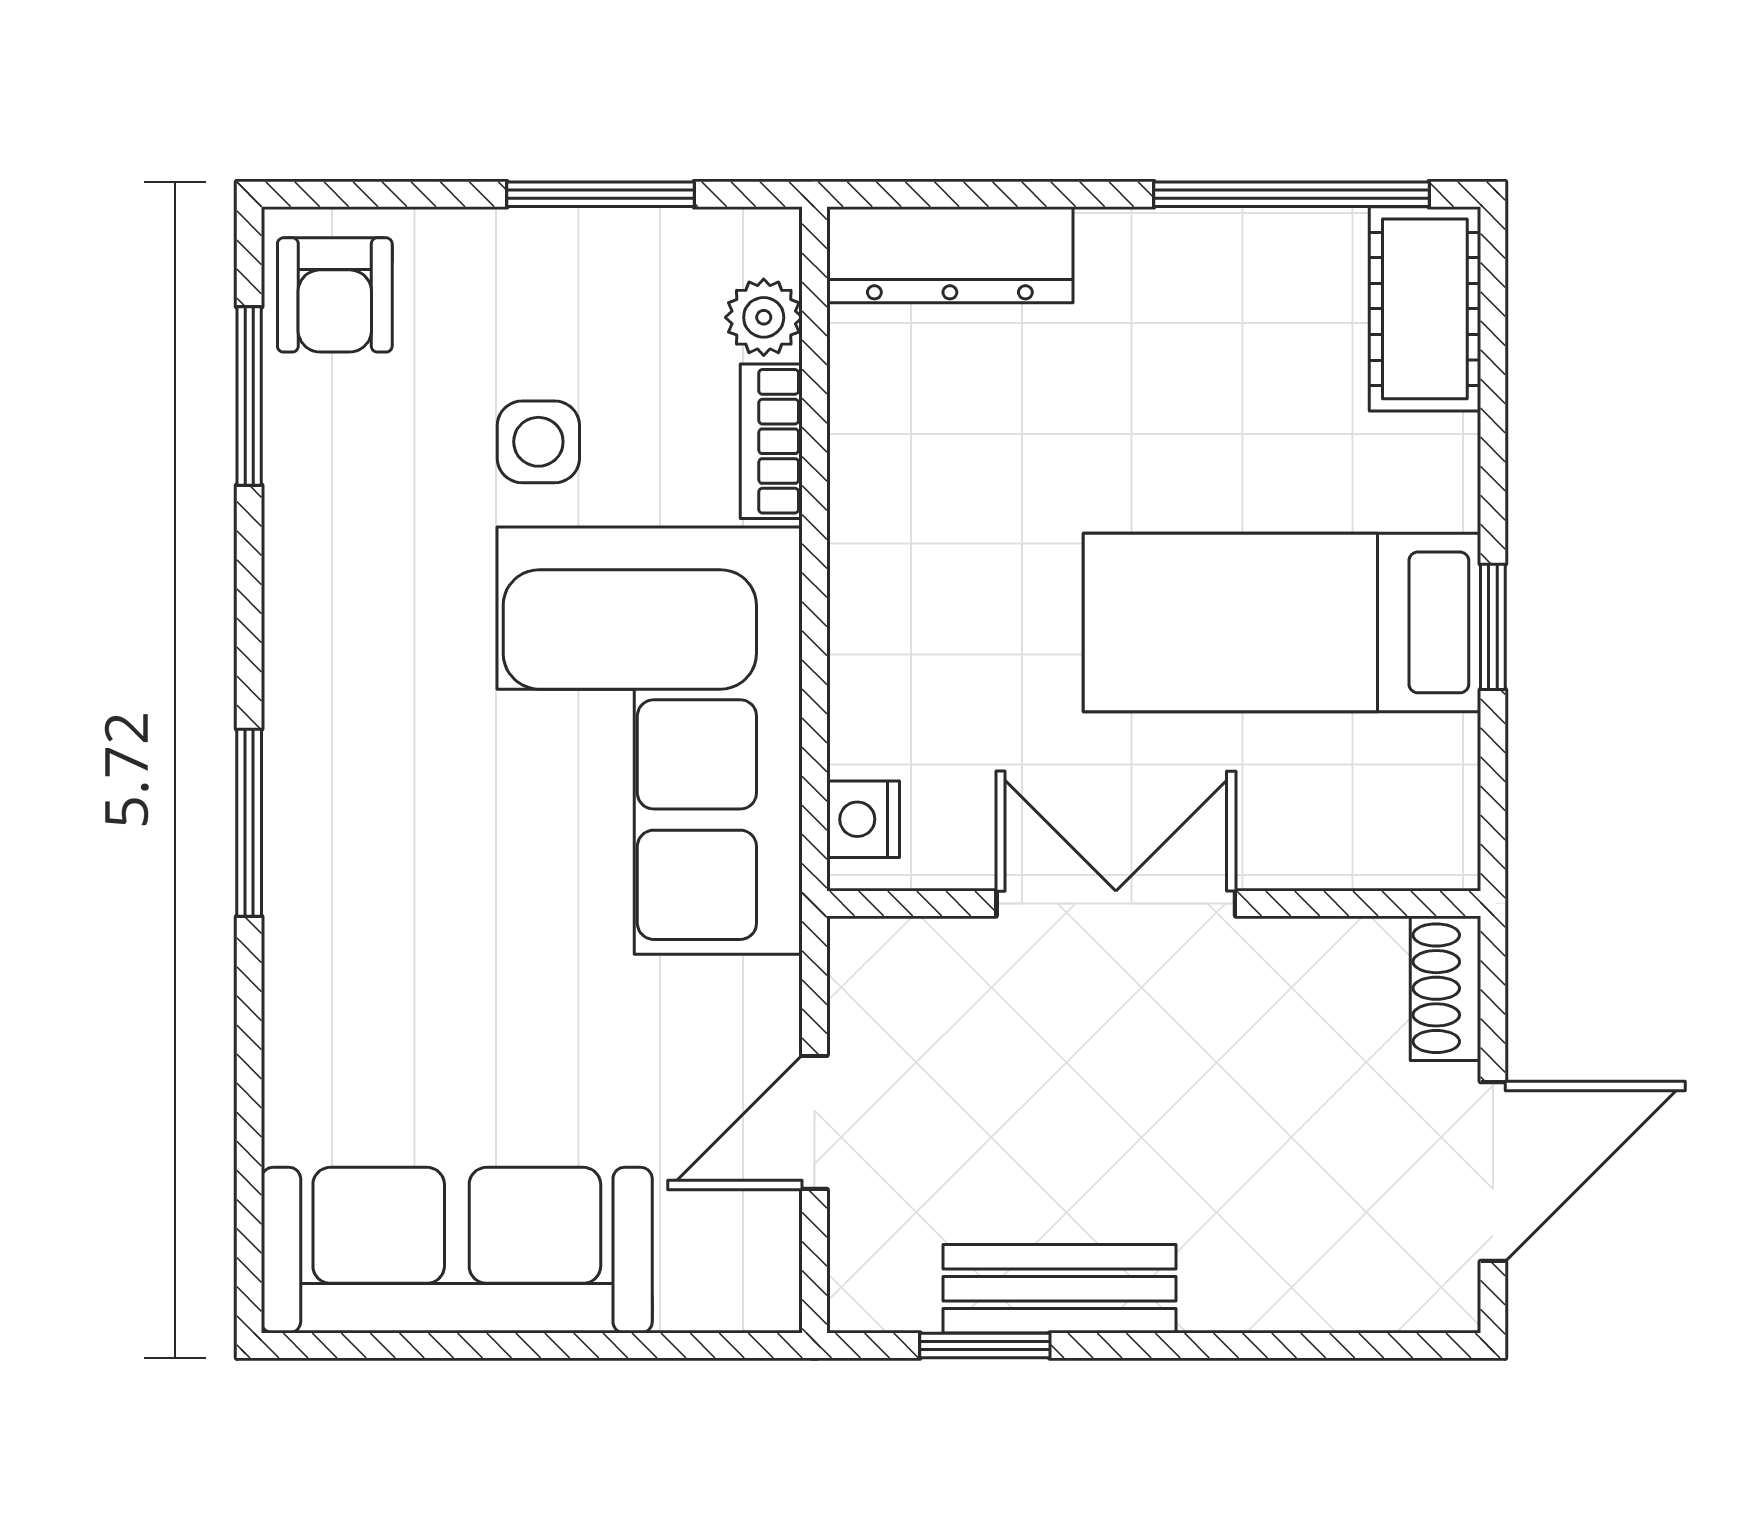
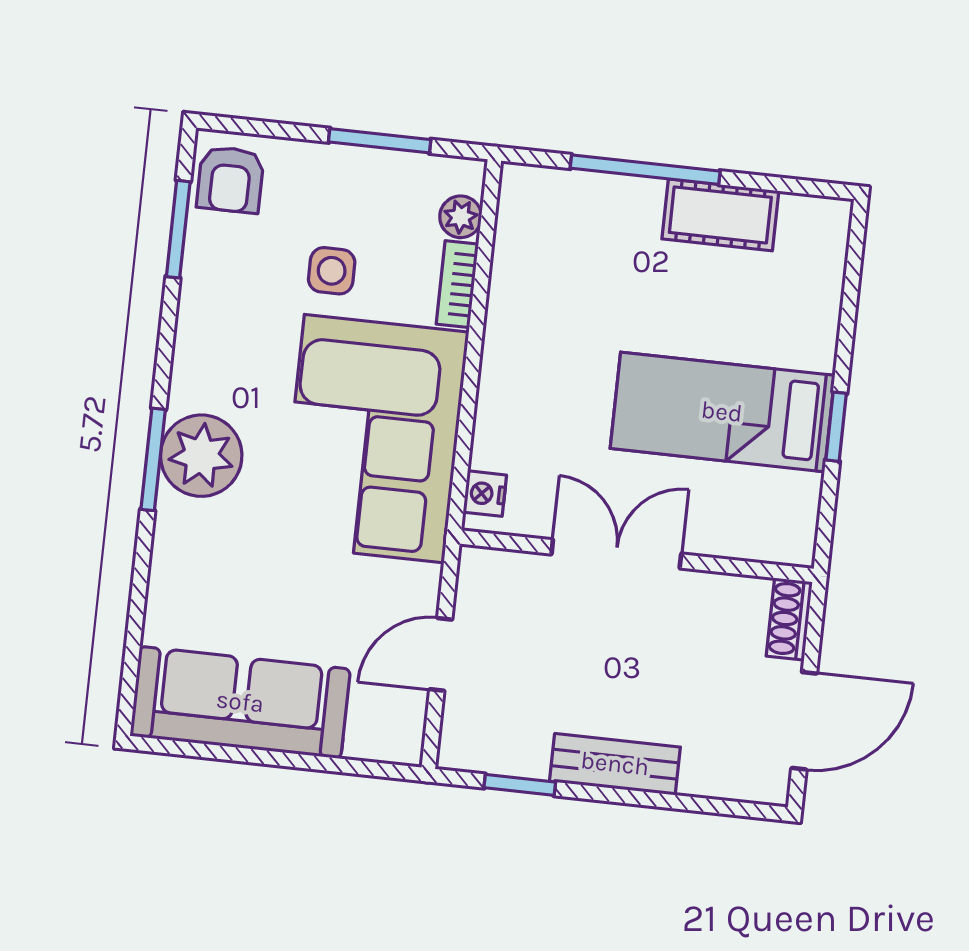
window: (1291, 194) -> (645, 170), moved
dresser: (950, 255) -> (565, 194), removed
cot: (1425, 309) -> (720, 215), moved, turned 90
plant: (336, 806) -> (201, 456), added
bench: (1060, 1289) -> (615, 764), moved

